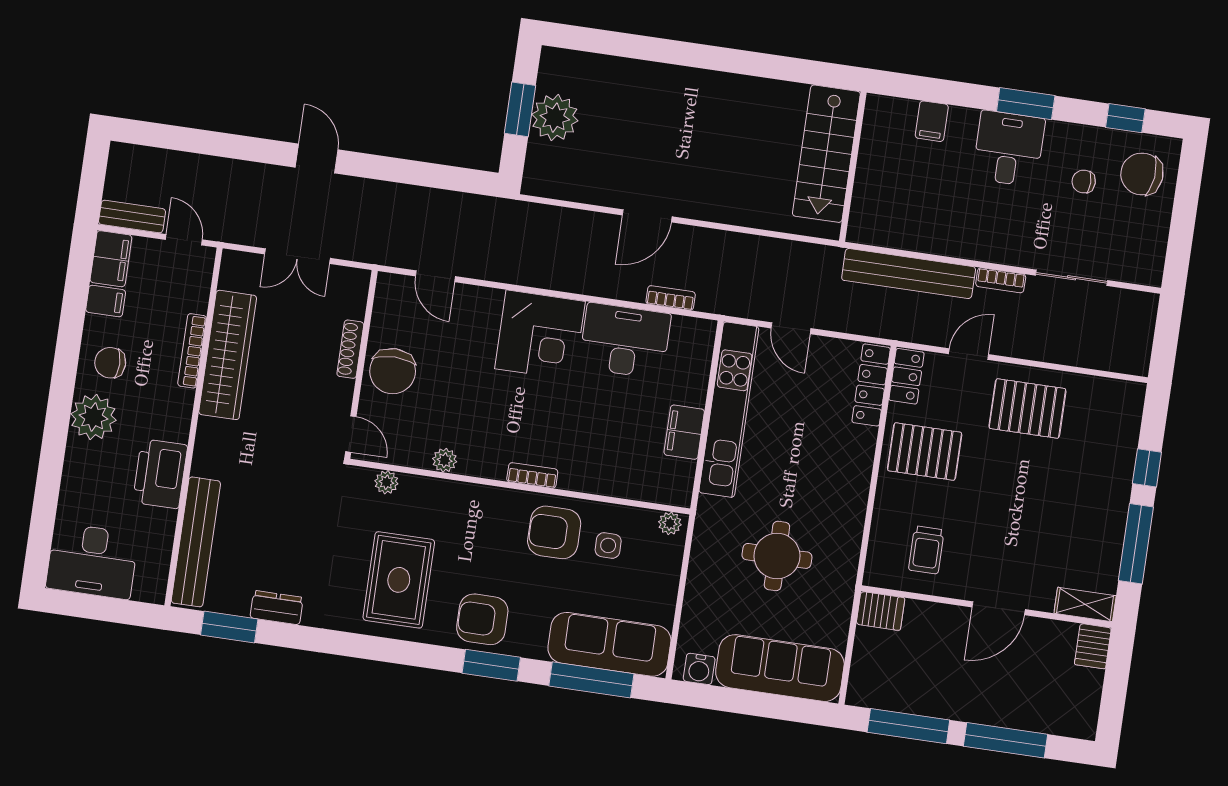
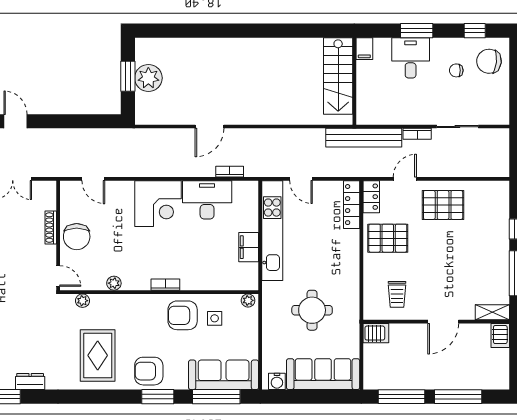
stairs: (826, 154) -> (338, 76), moved
wall: (853, 167) -> (354, 81), moved

